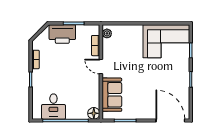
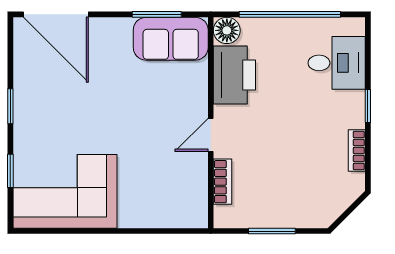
plant: (107, 33) -> (197, 209), removed
printer: (62, 34) -> (234, 75), moved, turned 90
door: (101, 67) -> (211, 135), swing flipped
sofa: (112, 95) -> (171, 39), moved, turned -90
desk: (53, 107) -> (337, 63), moved, turned 90

